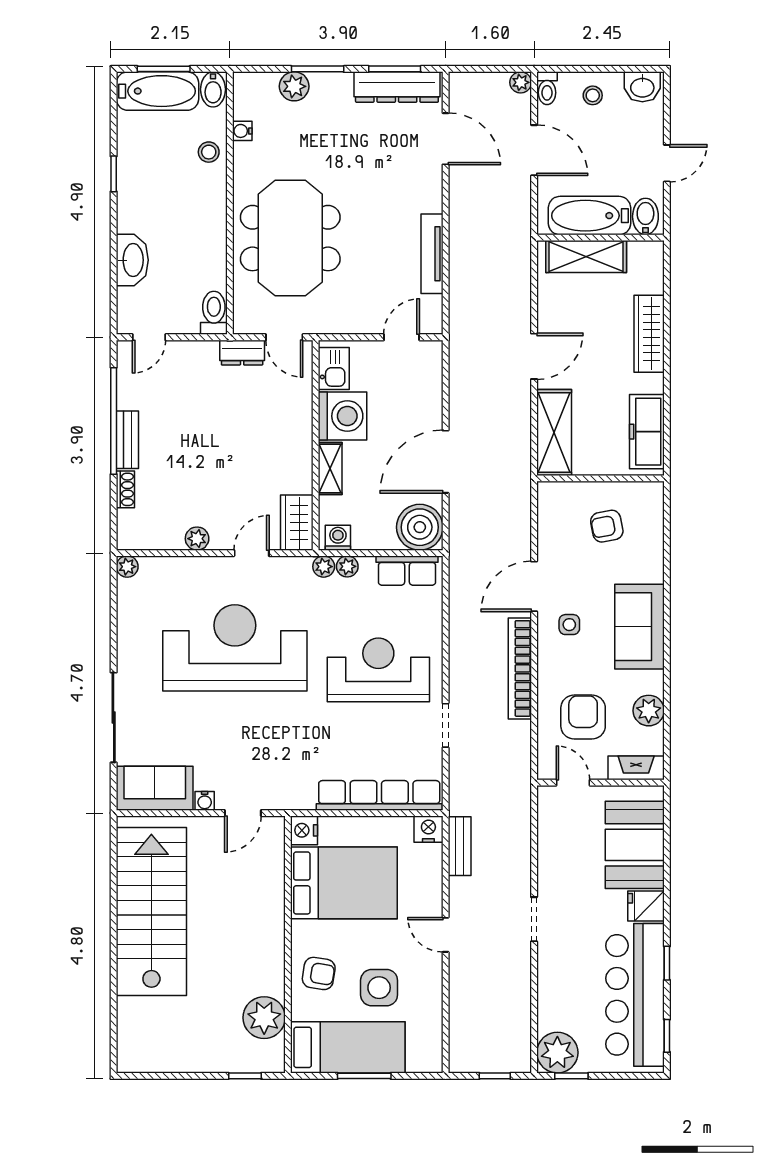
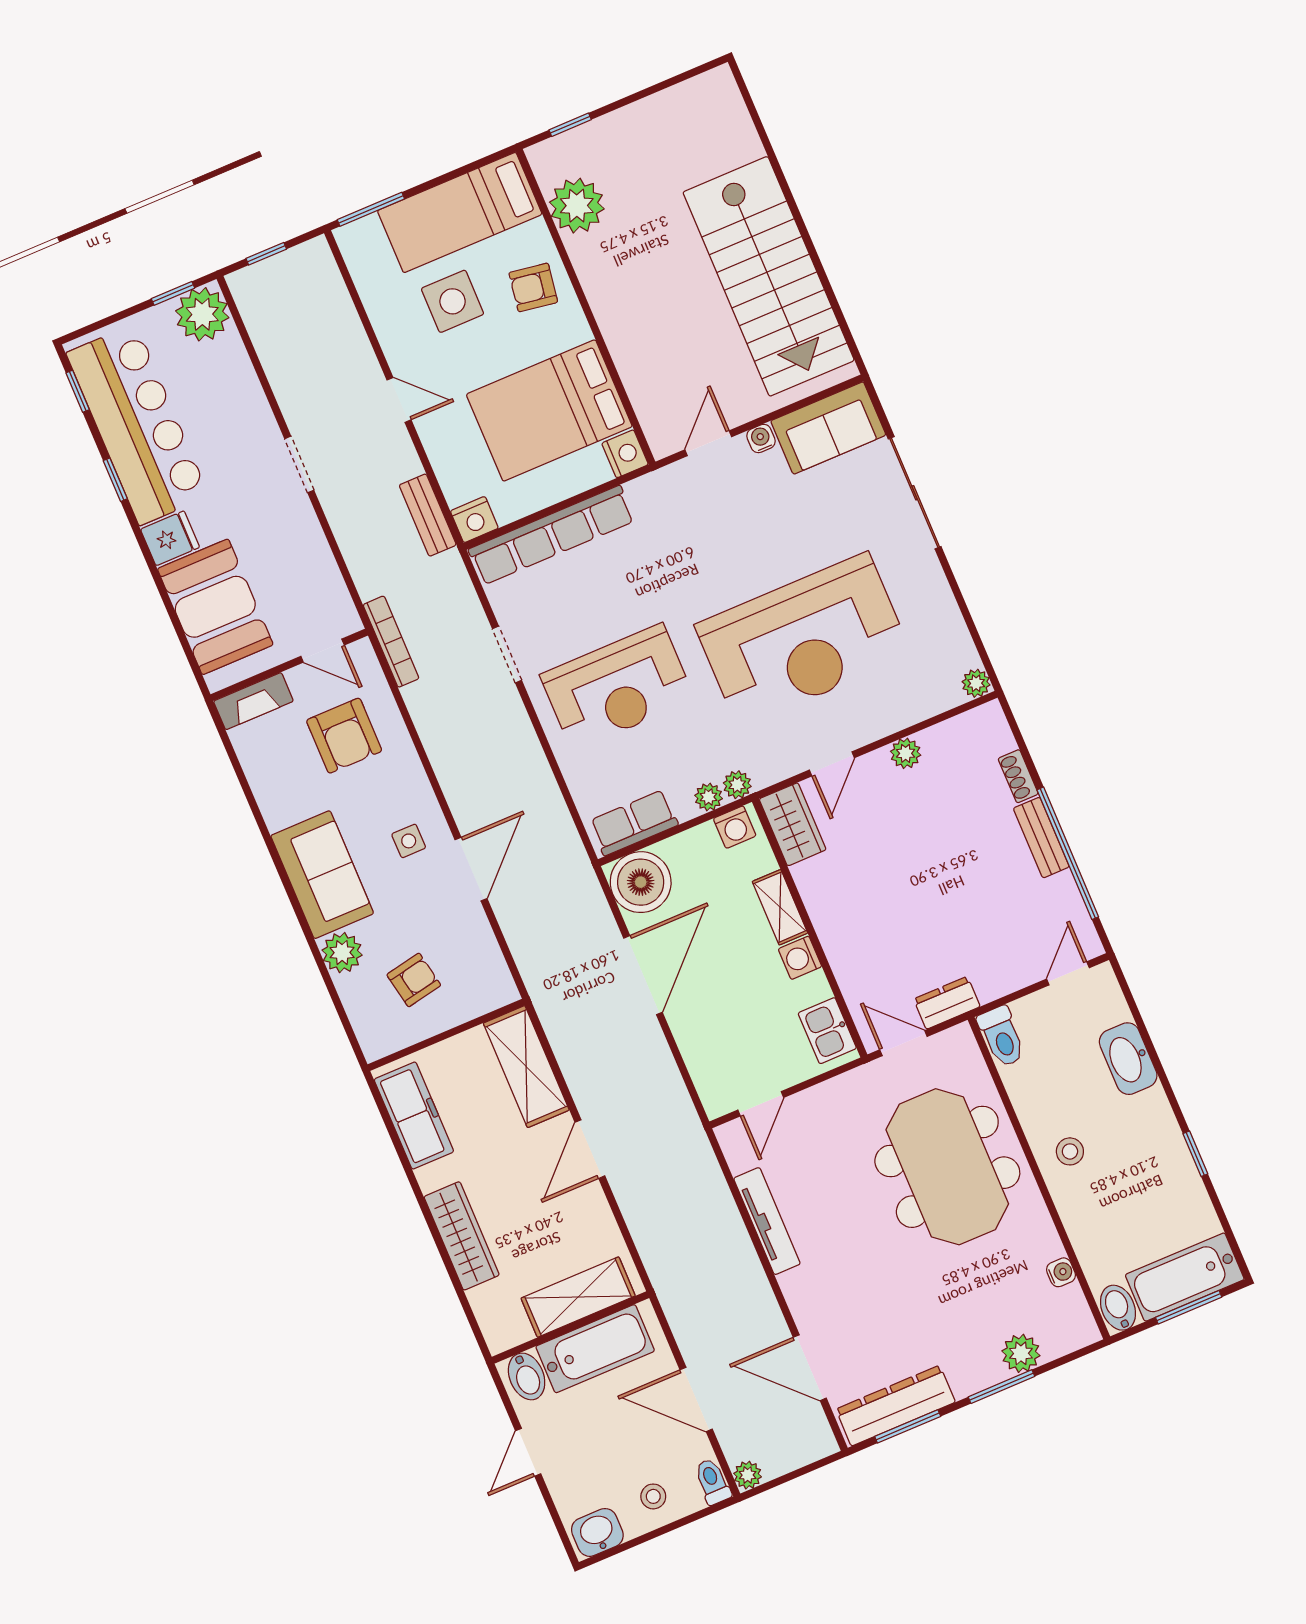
stool: (209, 152) -> (1070, 1151), moved
washing machine: (342, 416) -> (800, 958), width x0.53, depth x0.53
bookcase: (520, 668) -> (391, 642), moved, width x0.68, depth x0.76
plant: (649, 711) -> (342, 953), moved
window: (364, 1076) -> (371, 209), moved

